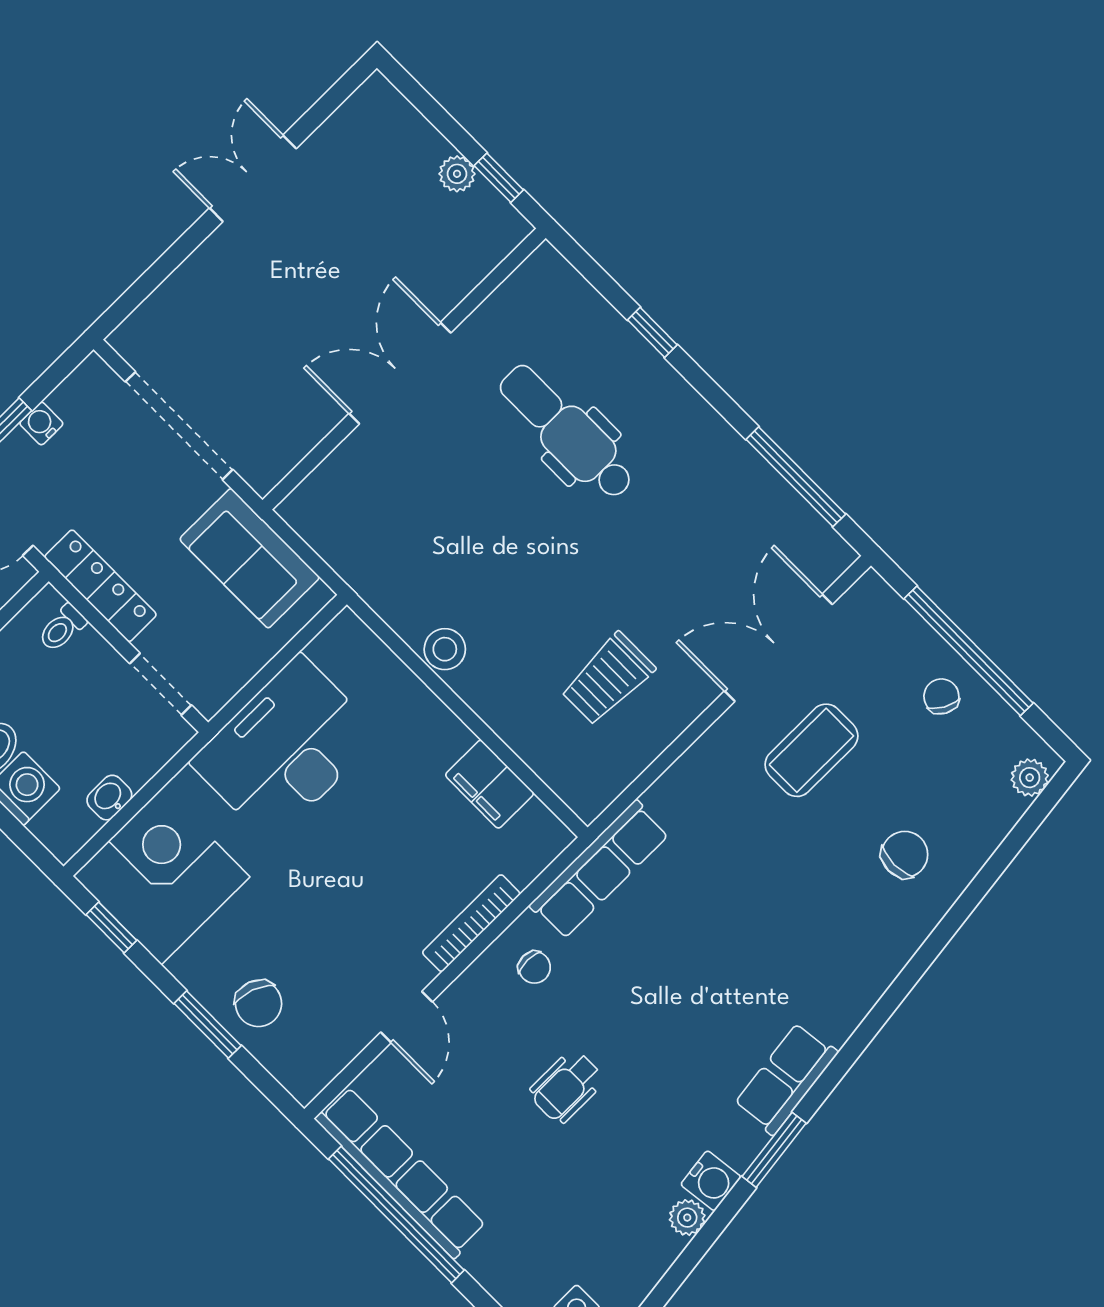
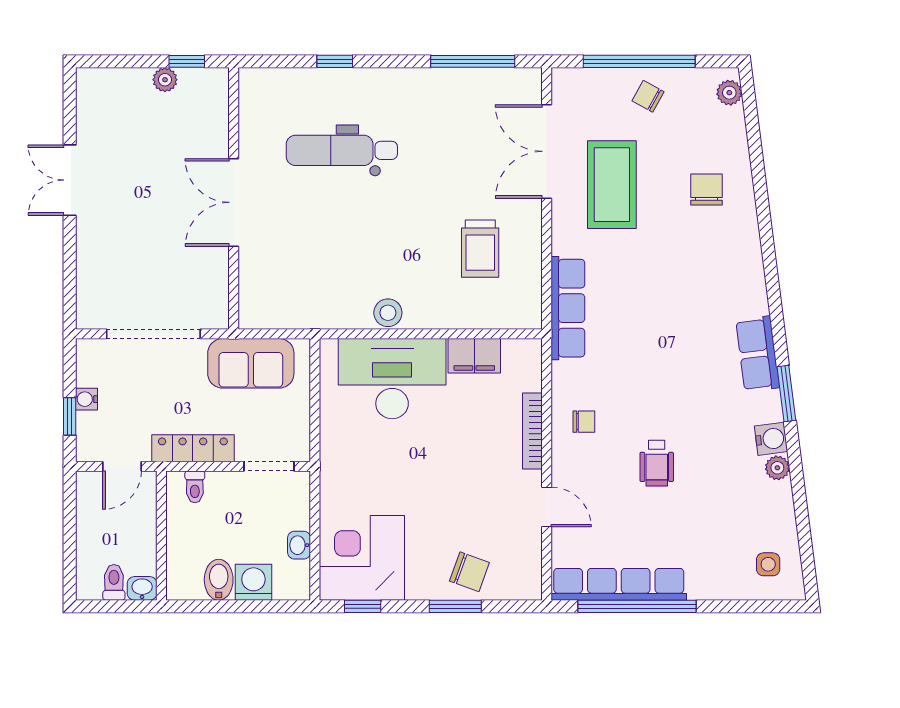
desk: (285, 749) -> (392, 379), moved, turned 90
coffee table: (811, 750) -> (612, 185), width x1.36, depth x1.32
row of seats: (599, 870) -> (568, 308), moved

